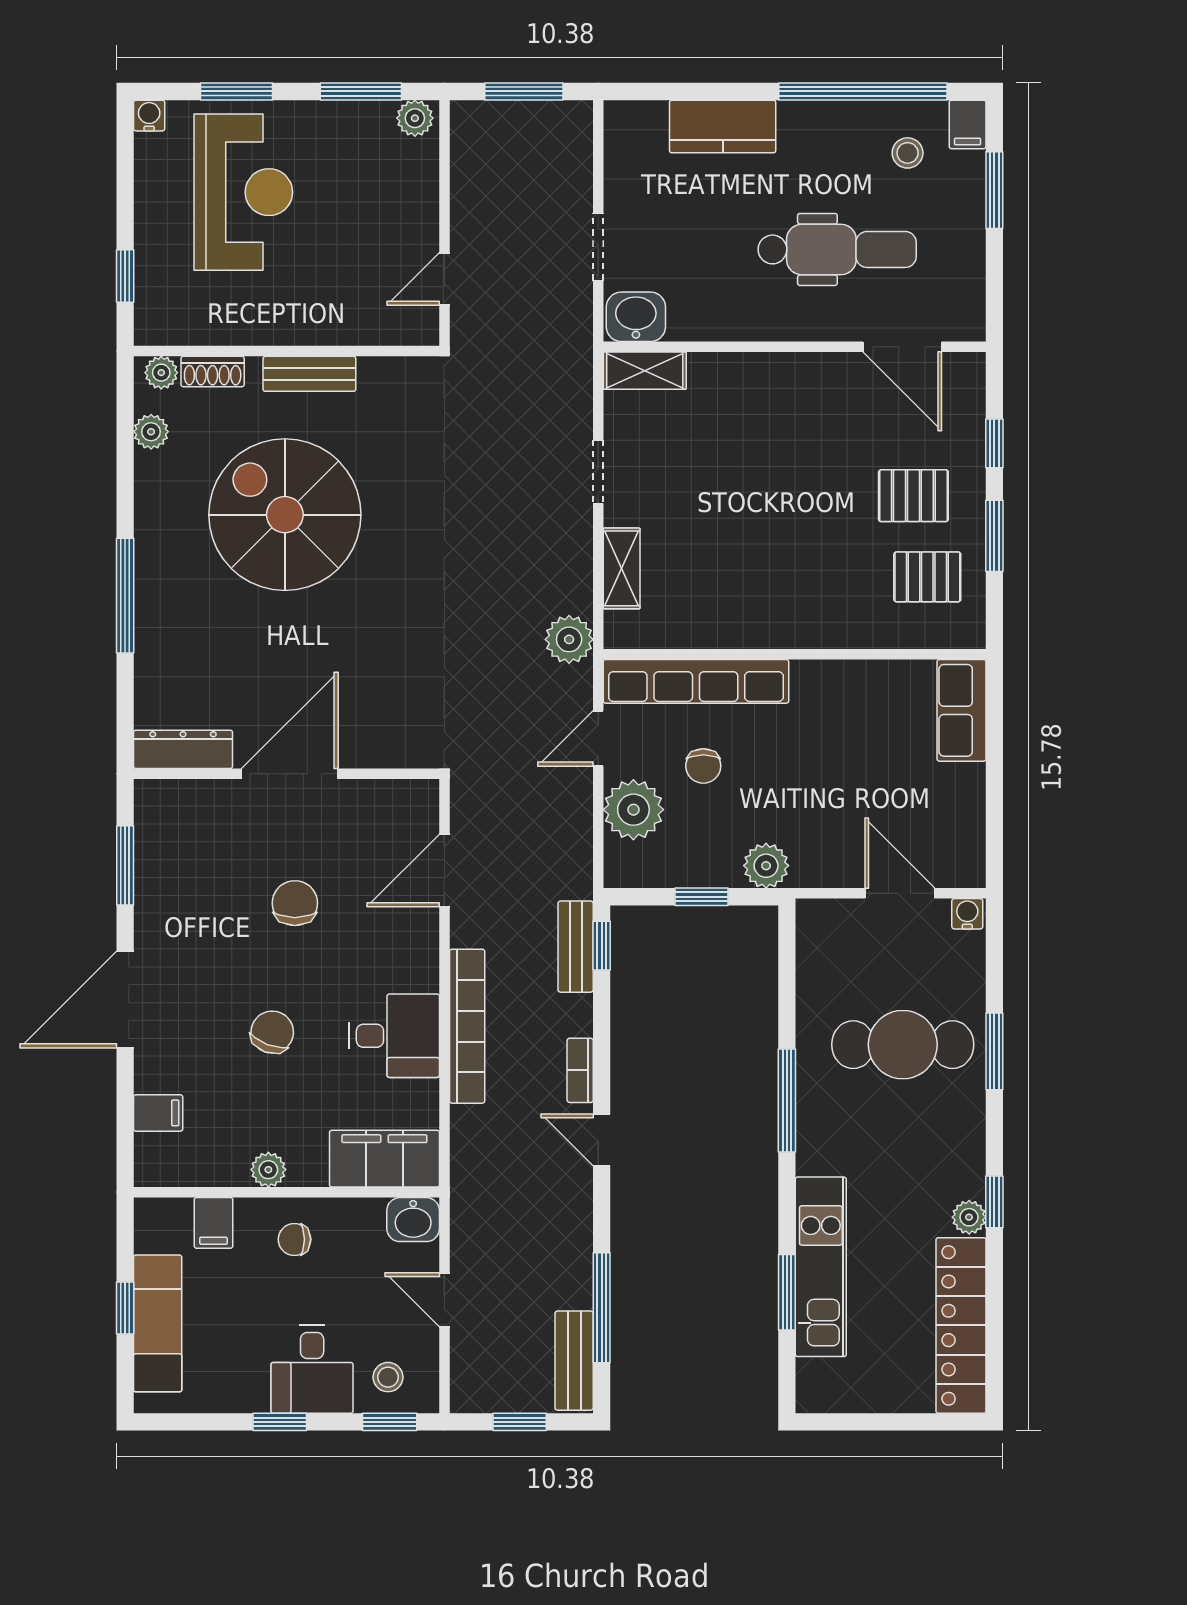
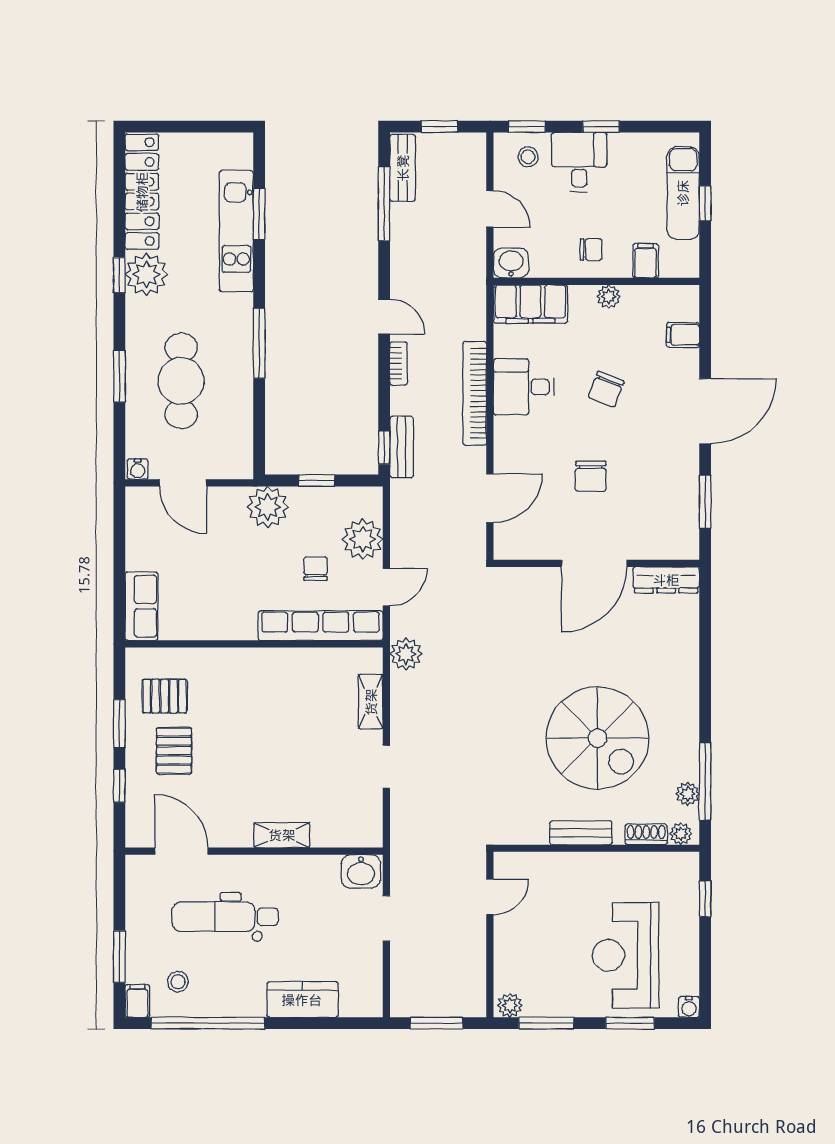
shelving: (645, 371) -> (282, 835), moved
pallet: (913, 496) -> (174, 751), turned 90
window: (125, 596) -> (705, 781), moved
plant: (766, 866) -> (268, 507), width x1.36, depth x1.36
cafe table: (903, 1045) -> (181, 381), turned 90
plant: (969, 1217) -> (146, 275), width x1.88, depth x1.88

